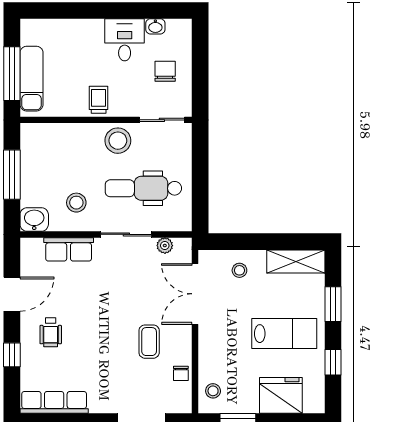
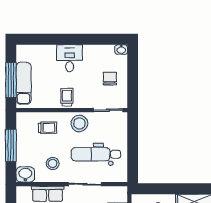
washbasin: (155, 26) -> (121, 50), moved
desk: (125, 40) -> (70, 58), moved
trolley: (68, 147) -> (47, 128), added
plant: (165, 246) -> (110, 191), removed

